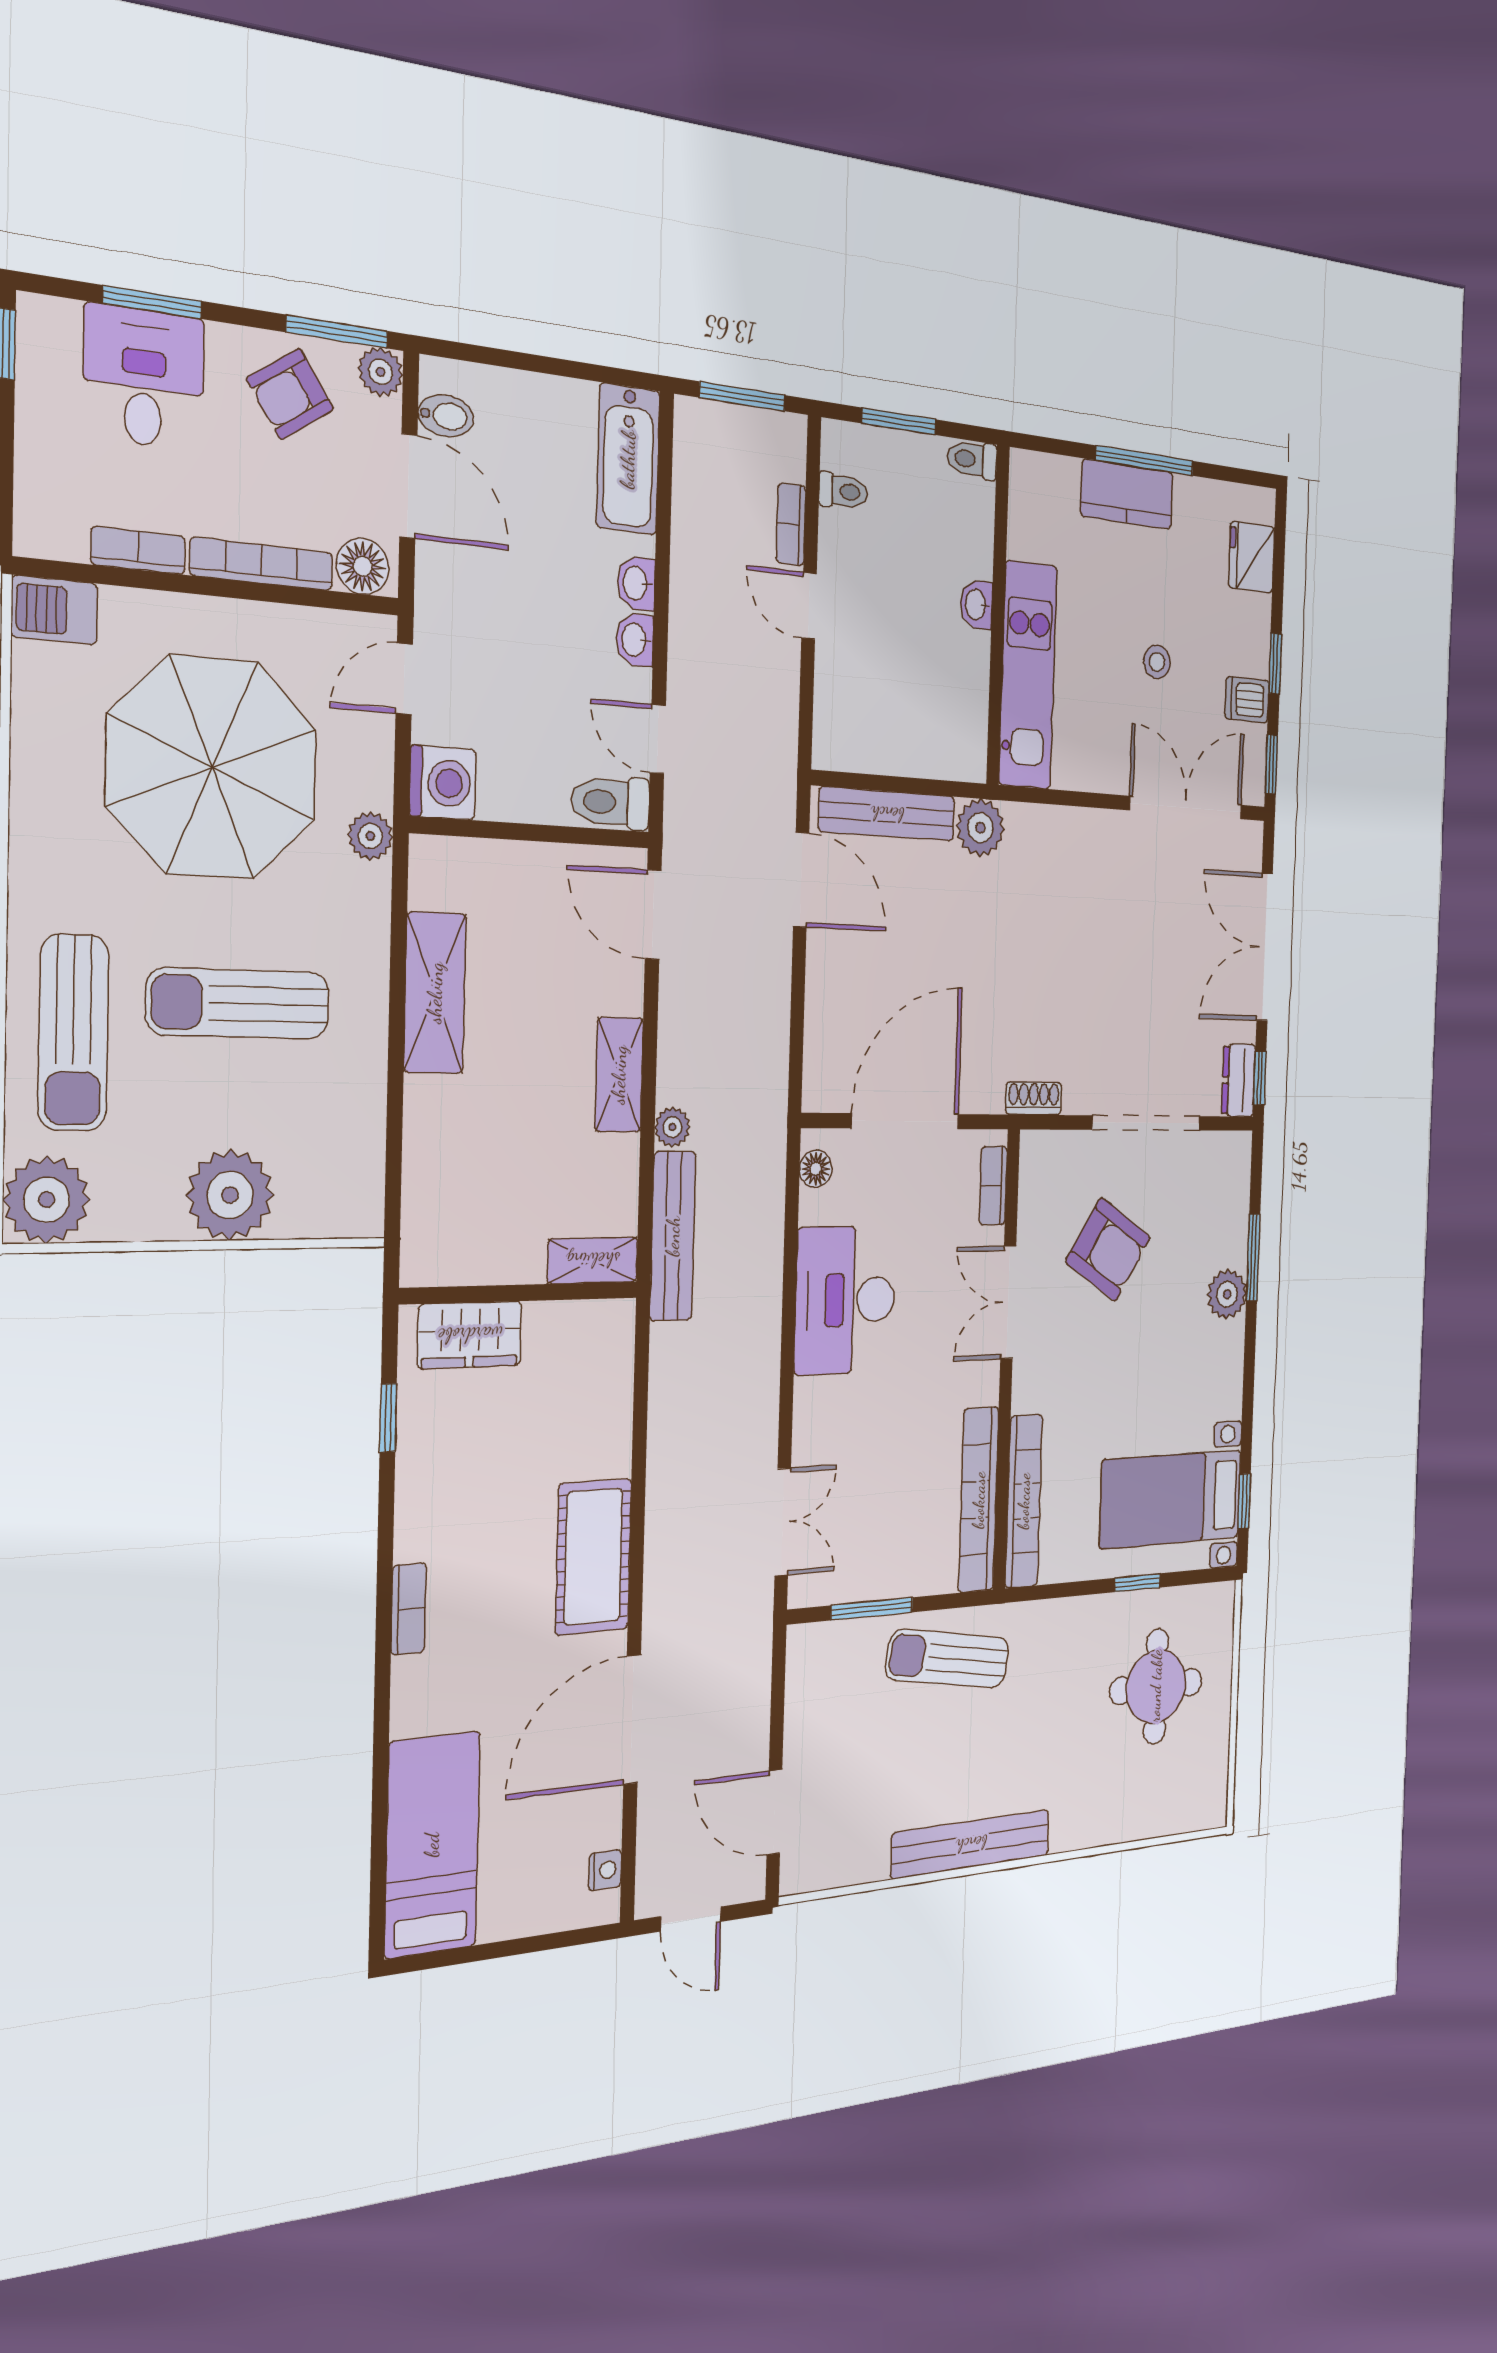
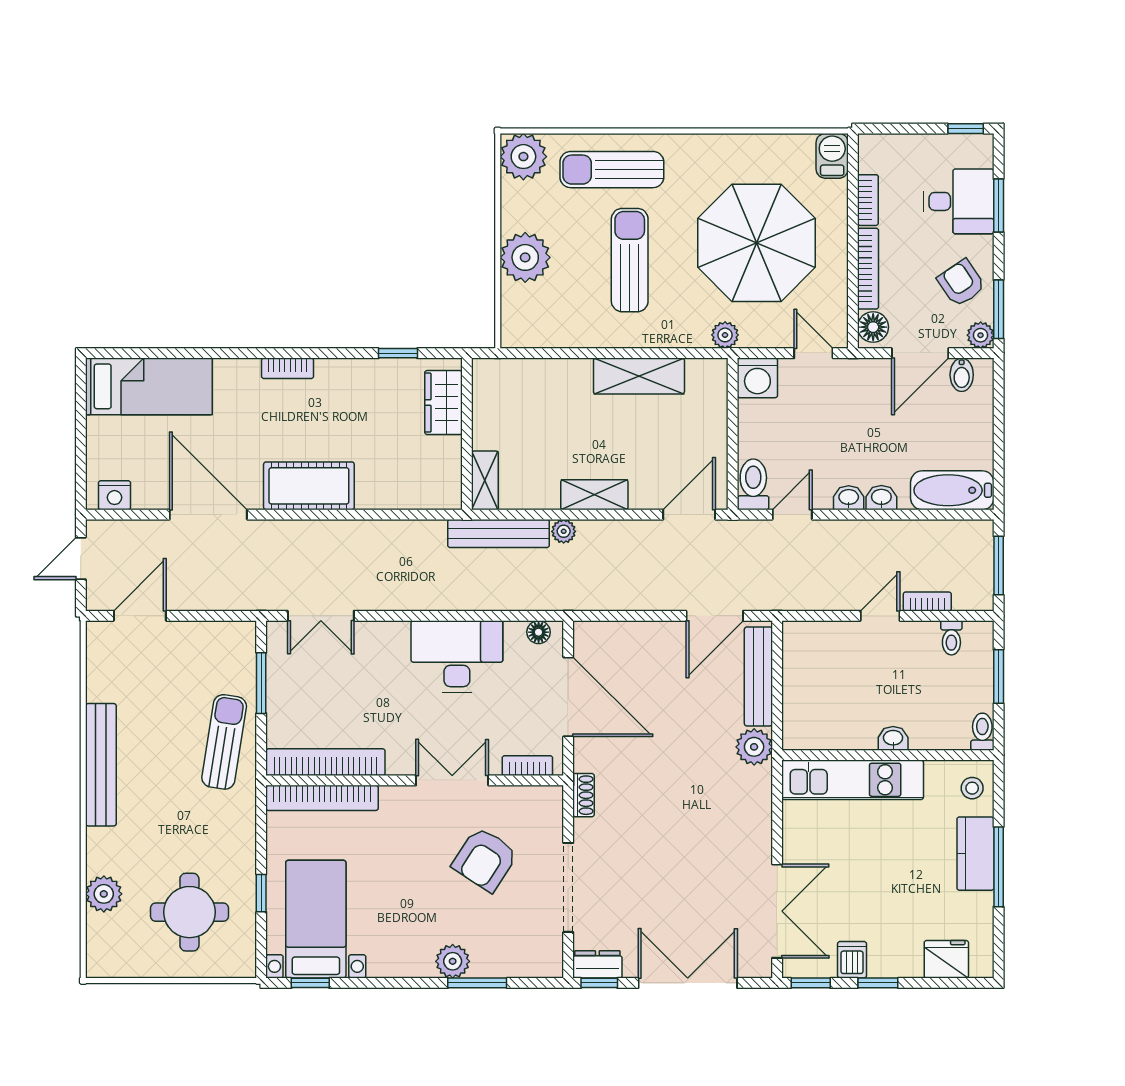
stool: (1157, 662) -> (972, 788), moved
plant: (1130, 1816) -> (104, 894), added
nightstand: (605, 1870) -> (115, 495), width x1.39, depth x1.35

